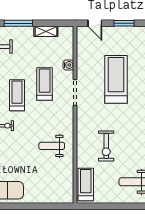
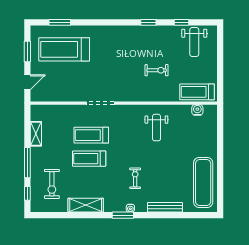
water cooler: (68, 65) -> (197, 110), moved
treadmill: (116, 79) -> (64, 49), moved
treadmill: (17, 95) -> (89, 159), moved
exercise bike: (106, 146) -> (157, 70), width x0.73, depth x0.72

